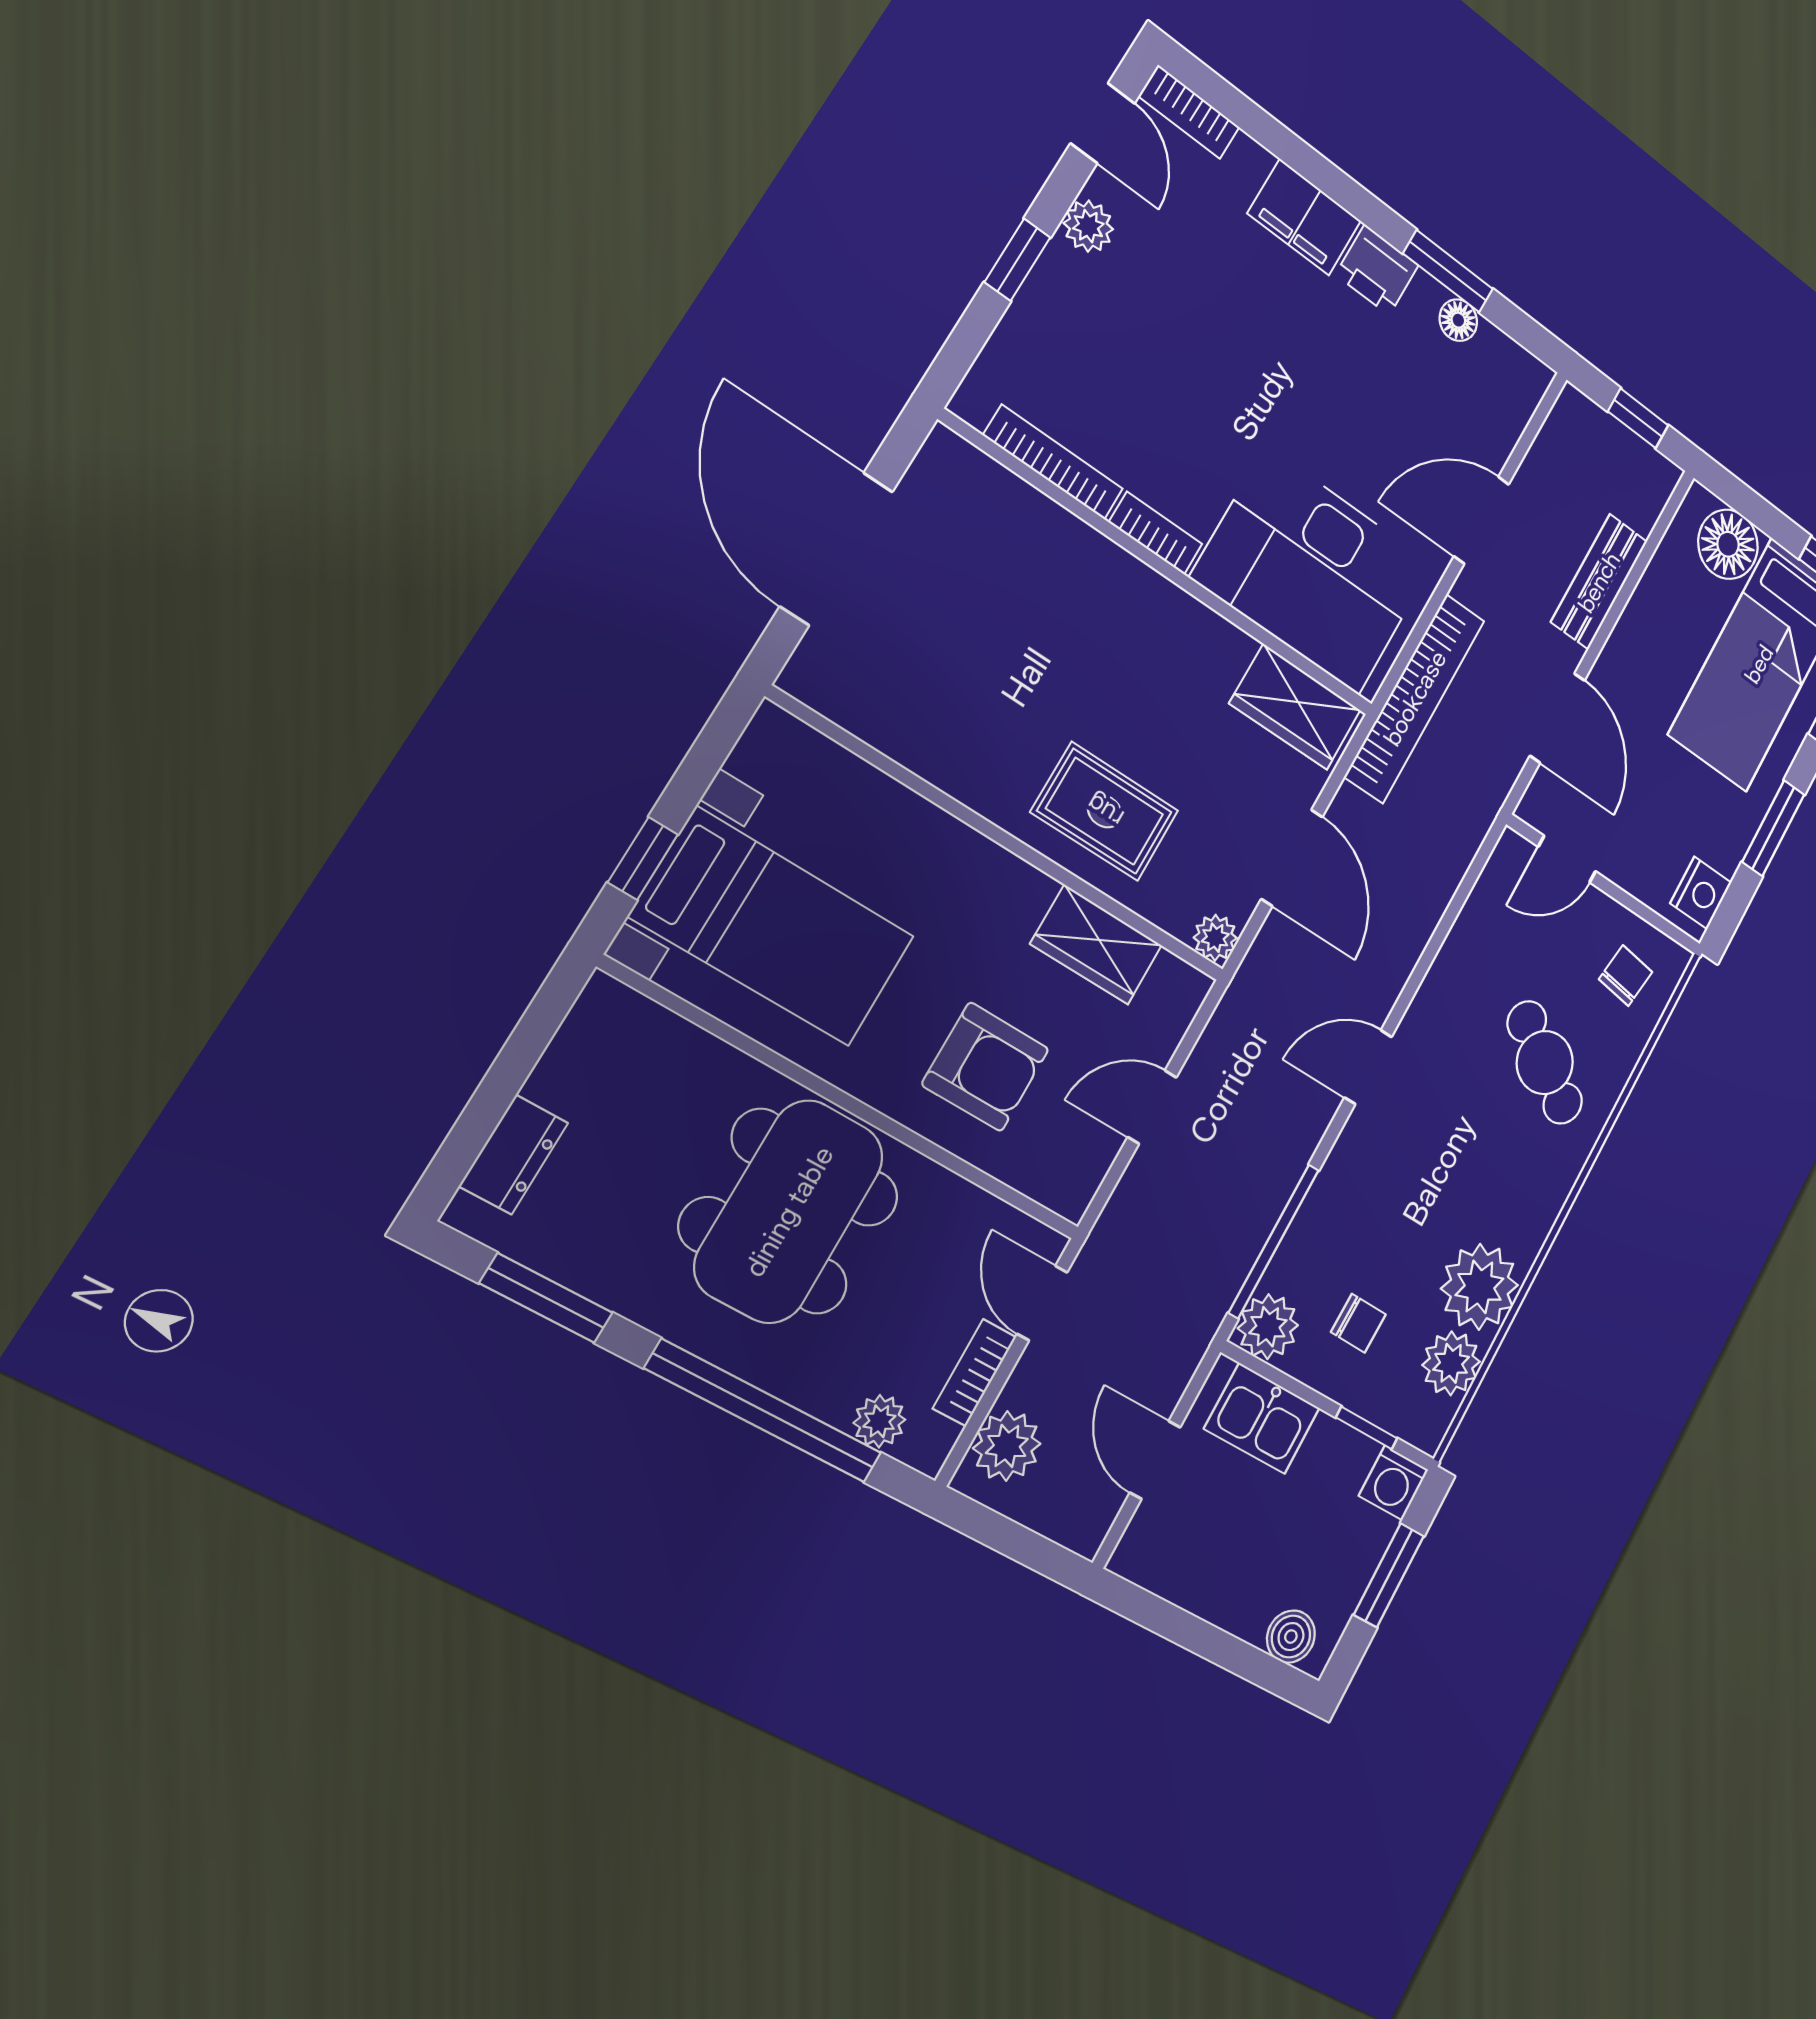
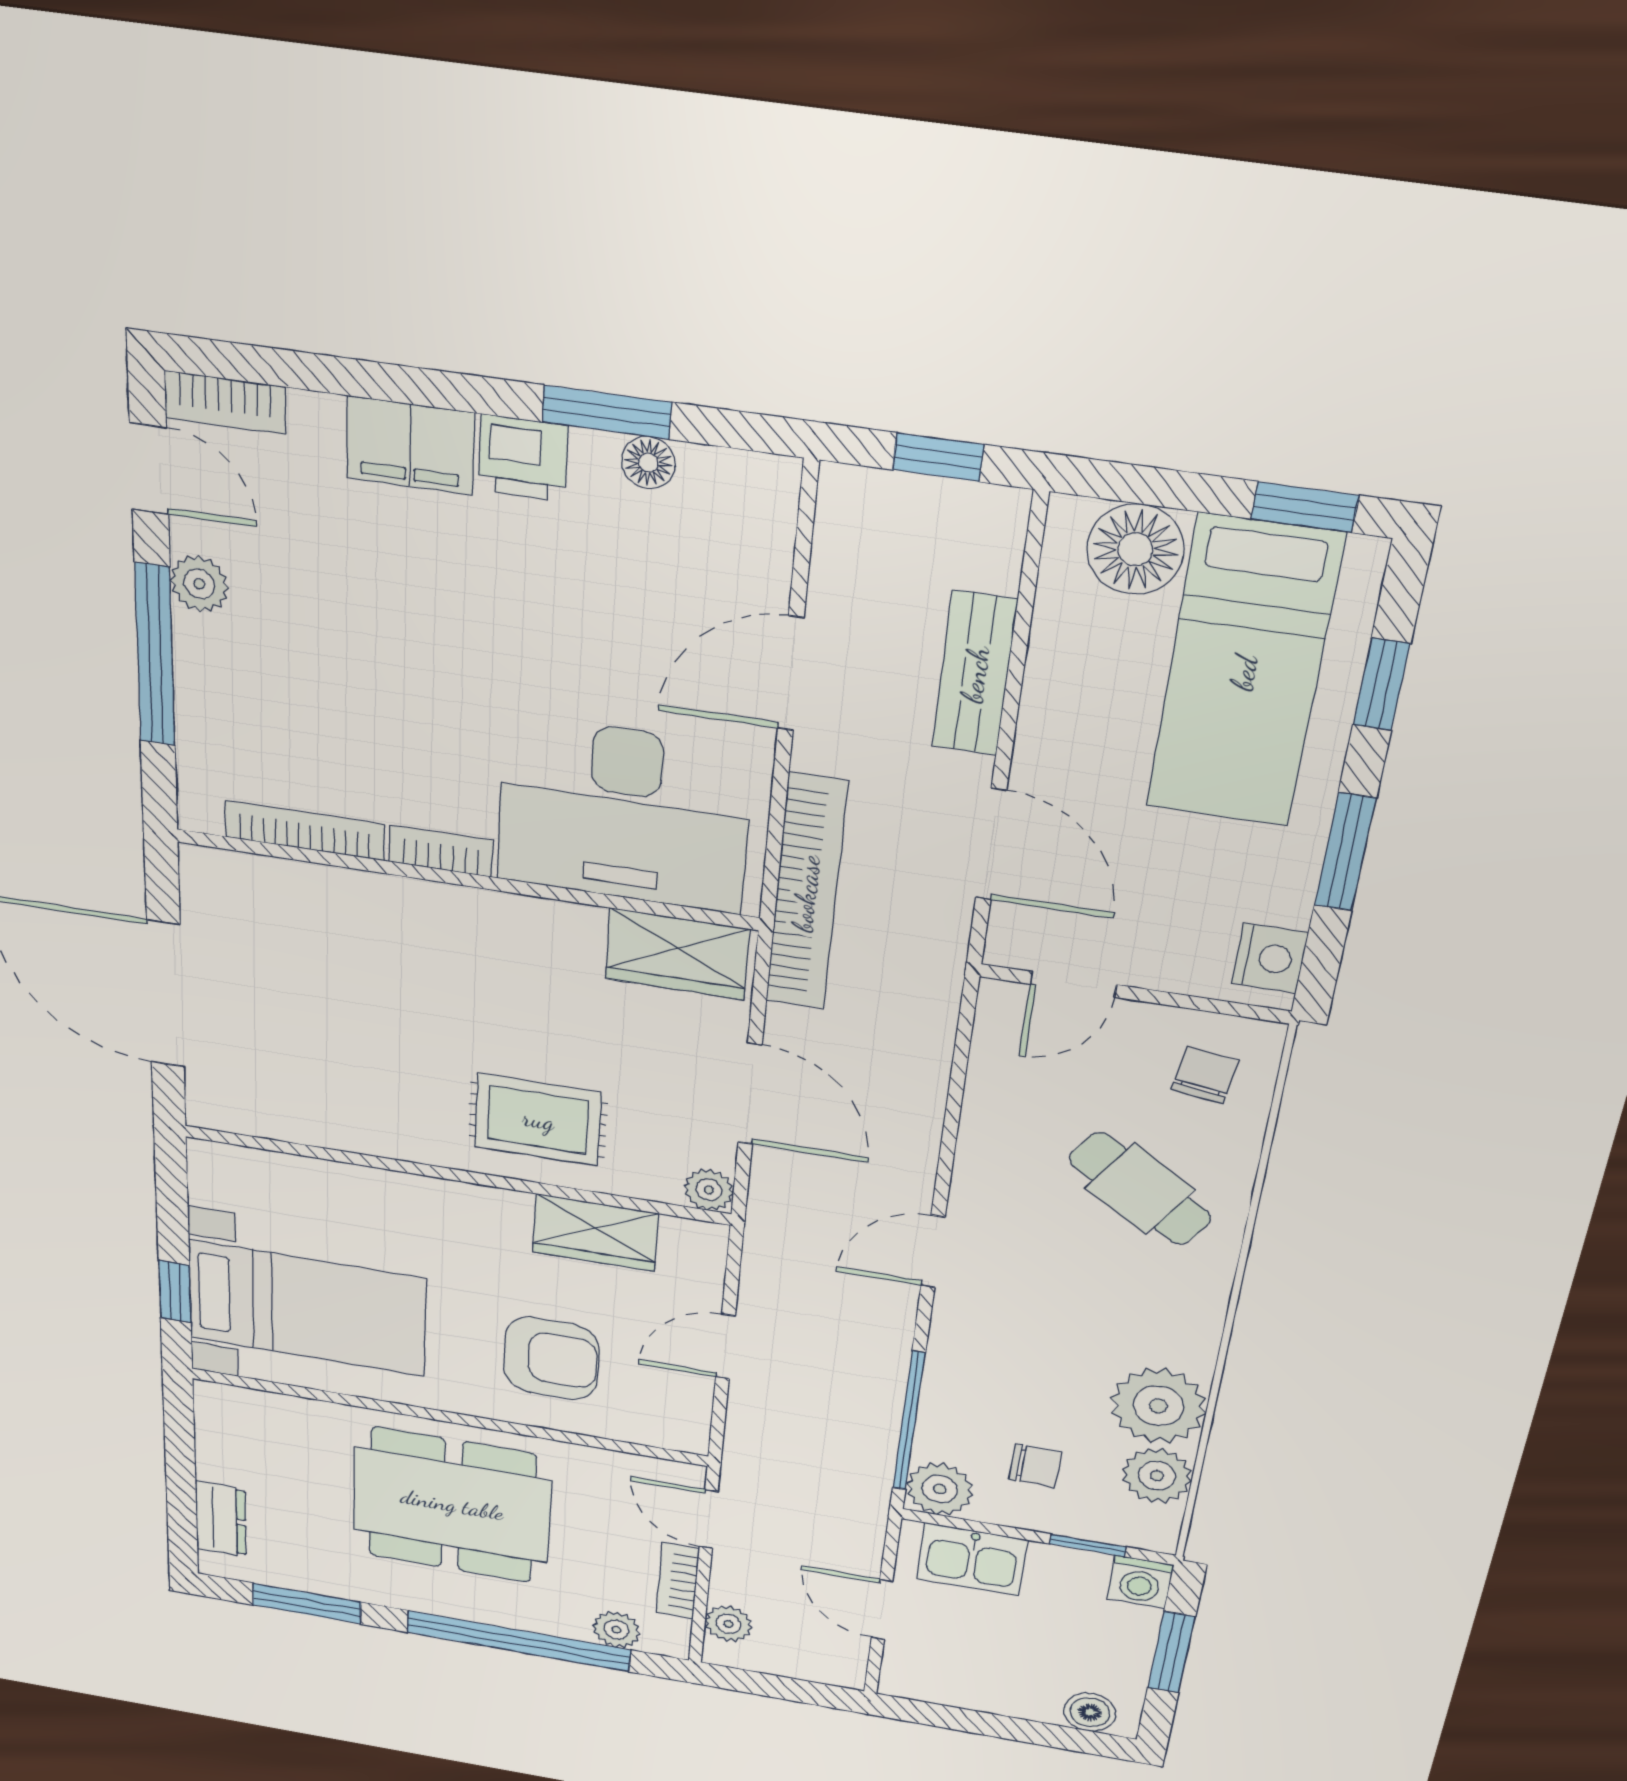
window: (1017, 260) -> (155, 655), width x2.17
dining table: (789, 1211) -> (452, 1505), turned 90
plant: (1007, 1446) -> (729, 1624), width x0.73, depth x0.73

